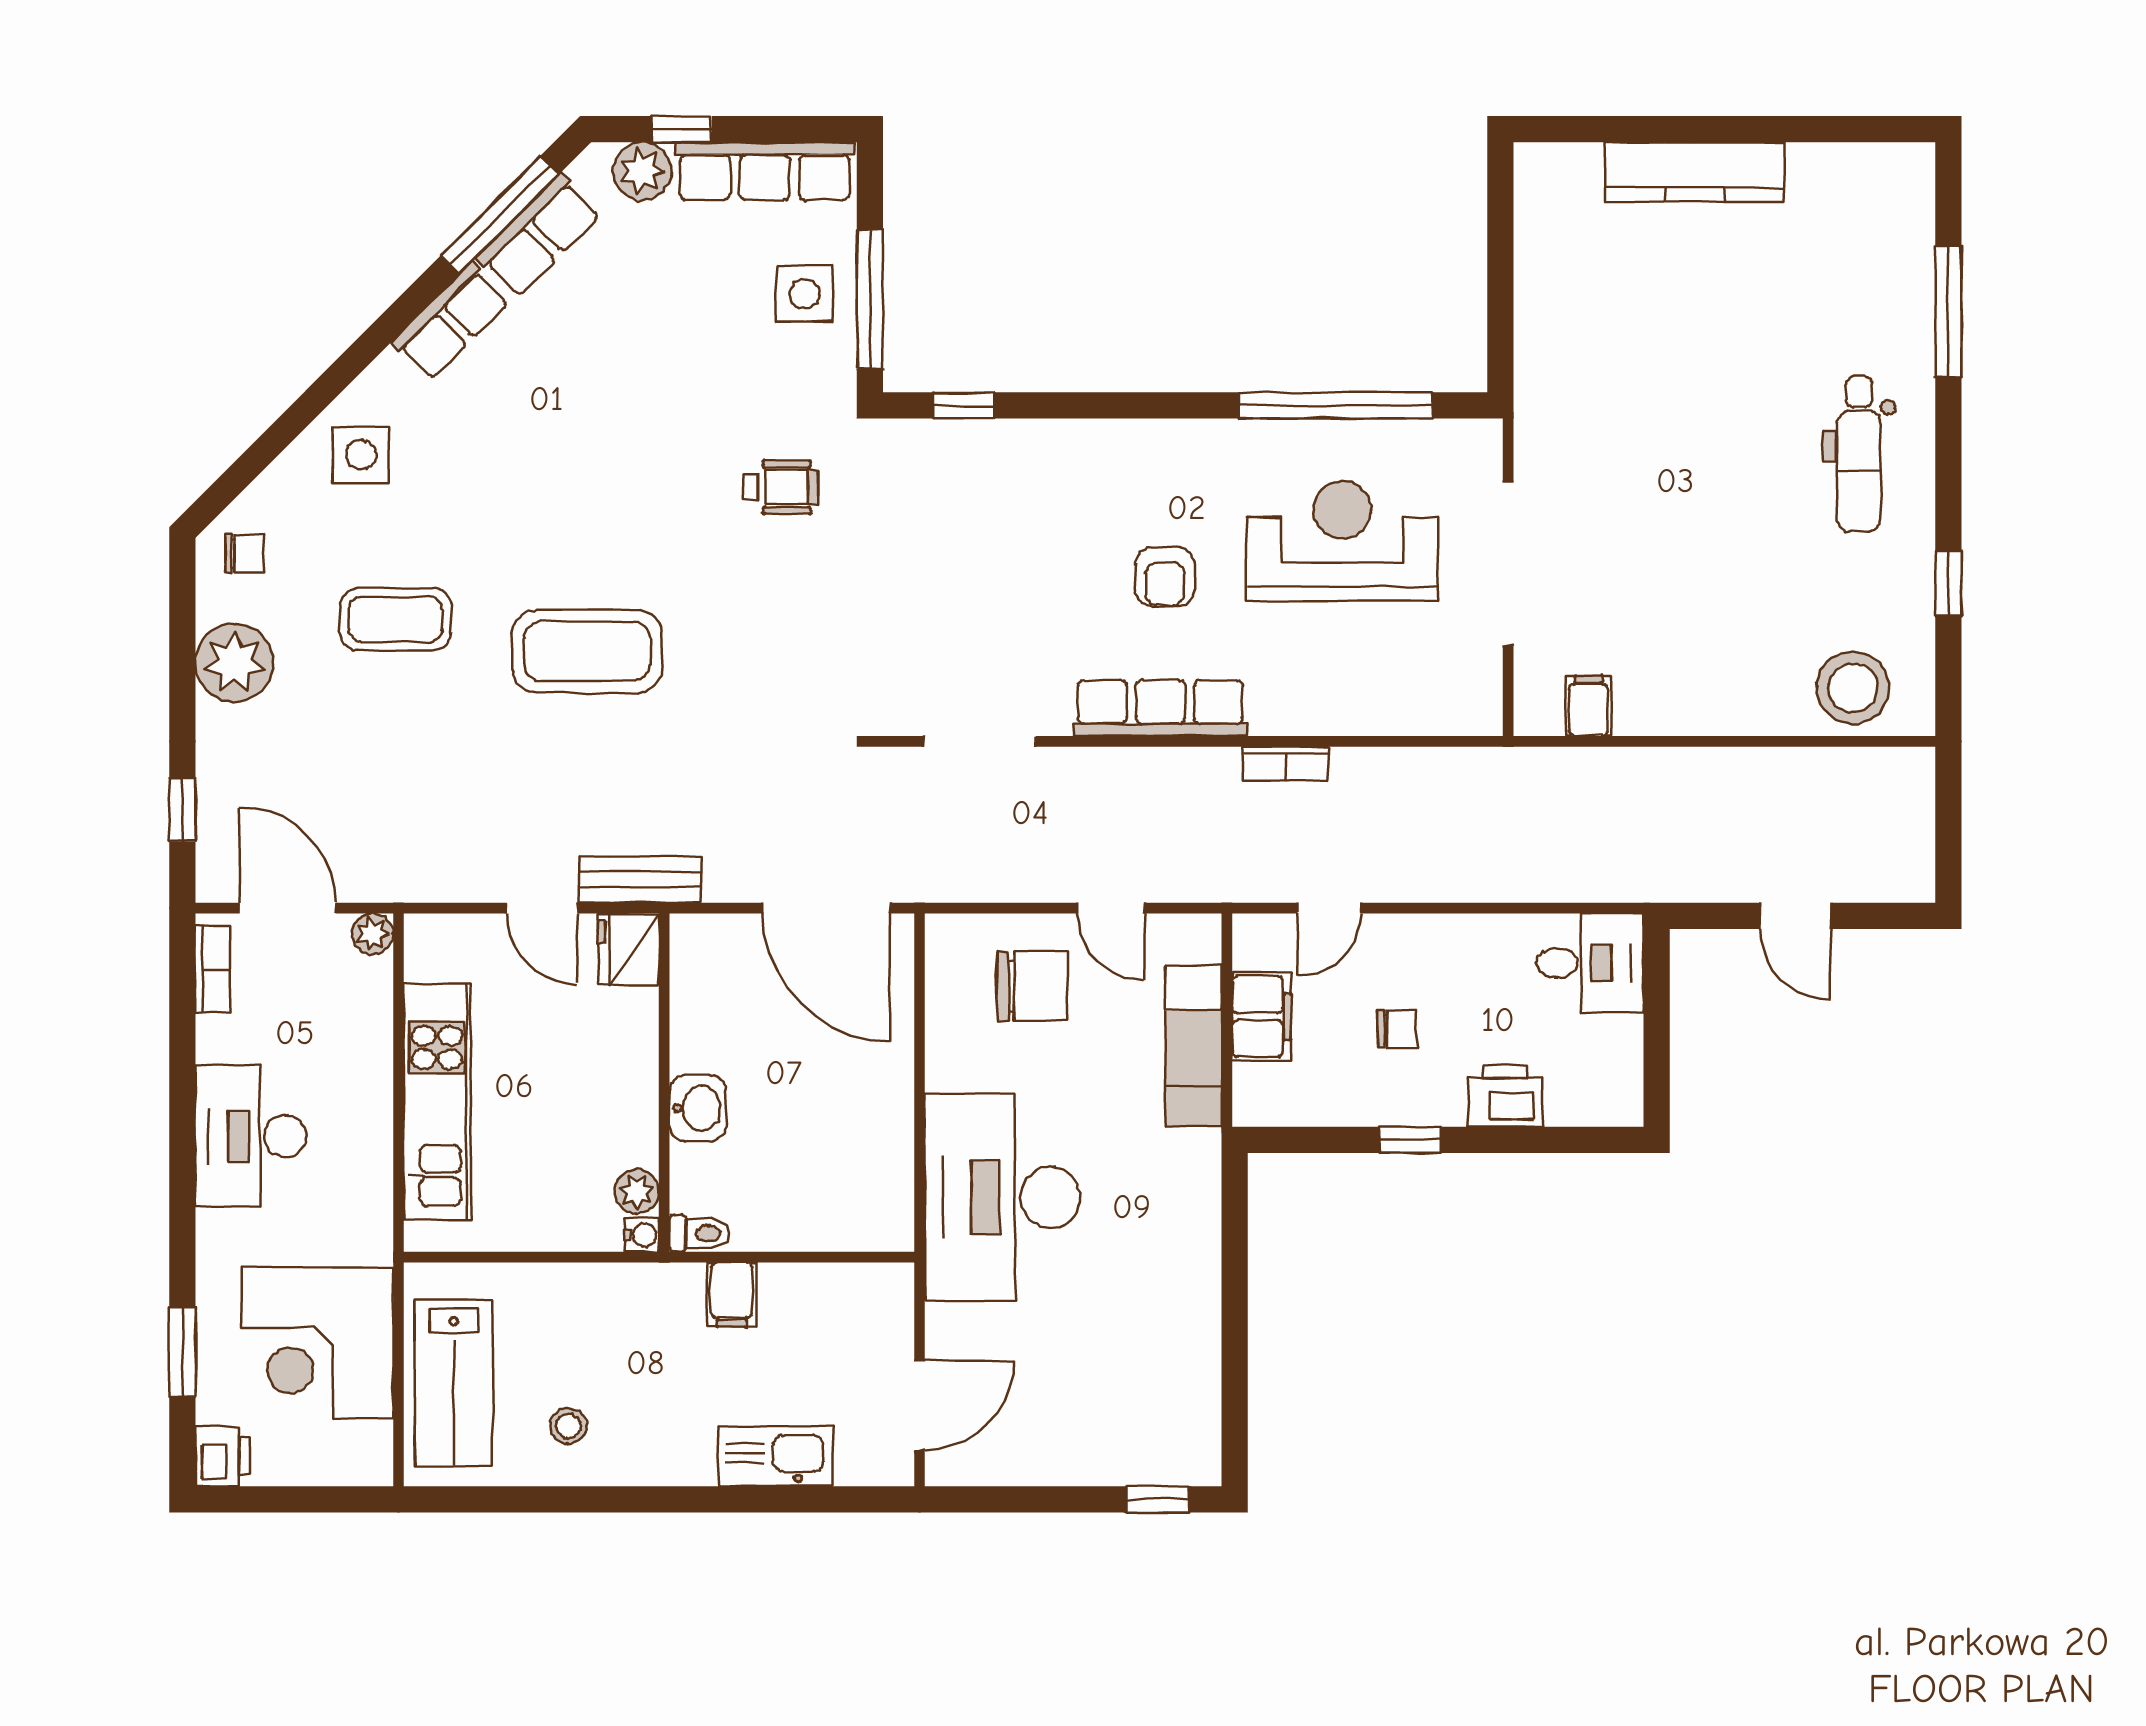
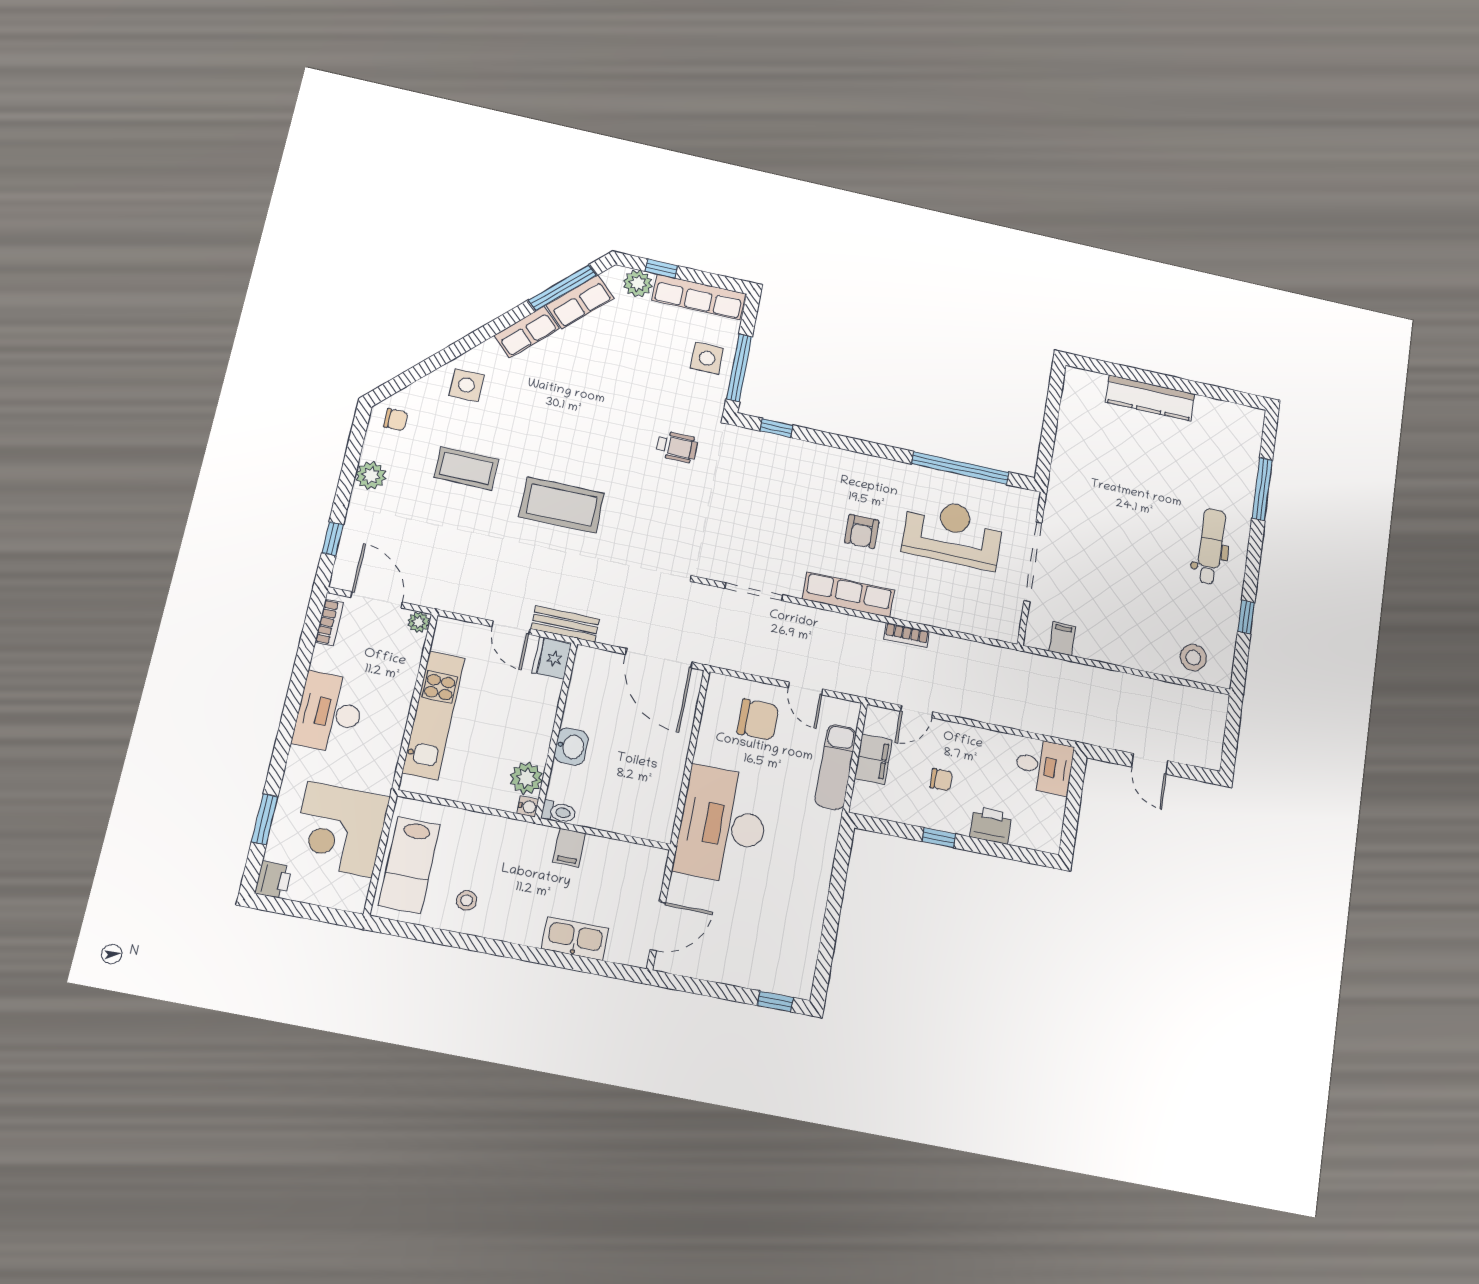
dental chair: (1859, 454) -> (1211, 546), turned 180
plant: (234, 663) -> (371, 476), width x0.73, depth x0.73
stool: (1853, 688) -> (1193, 658), width x0.73, depth x0.73
plant: (637, 1192) -> (526, 778), width x1.38, depth x1.38

